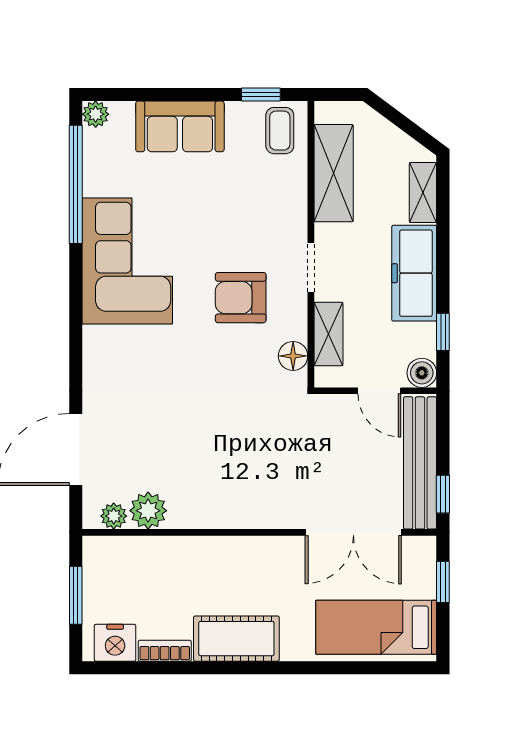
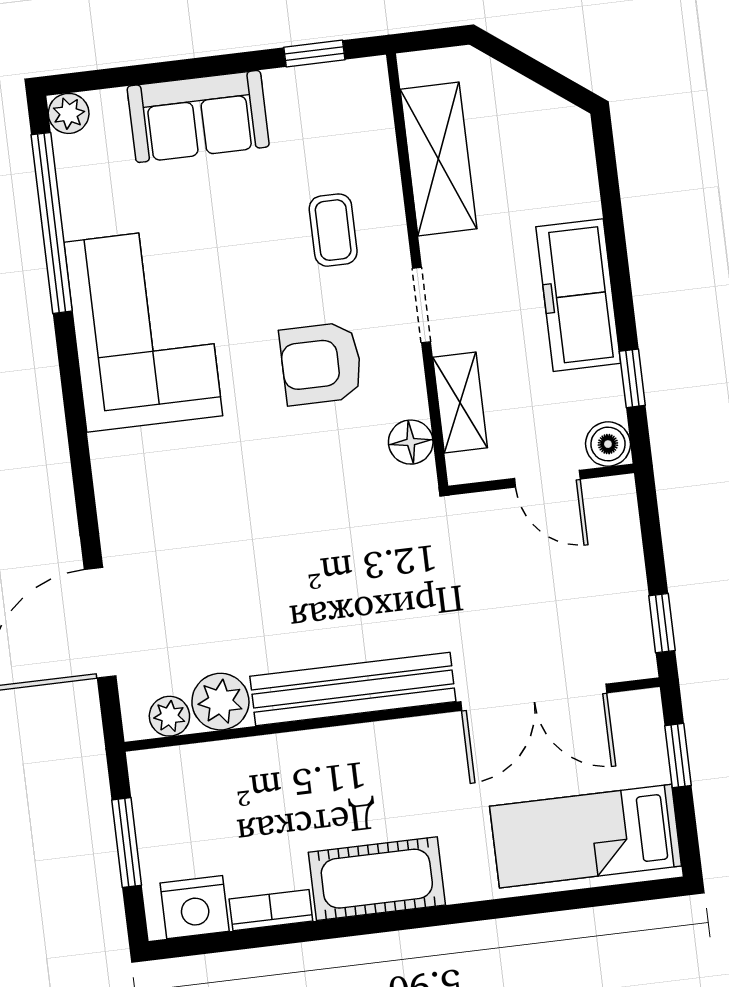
coffee table: (280, 131) -> (333, 230), moved
shelving: (423, 193) -> (577, 172), removed
bench: (420, 463) -> (353, 689), moved, turned 90

